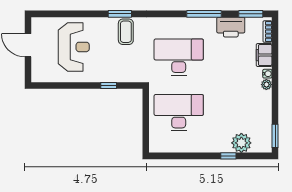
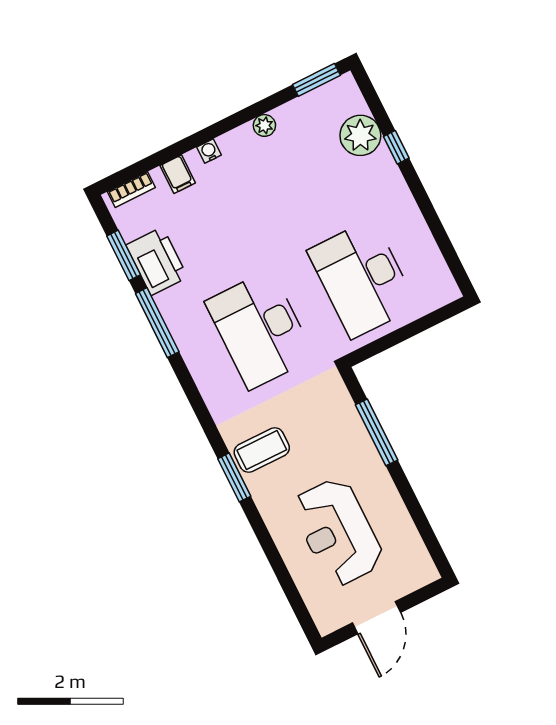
window: (251, 14) -> (124, 255), moved
reception desk: (74, 47) -> (338, 532), turned -90
filing cabinet: (264, 55) -> (178, 174), width x0.50
plant: (266, 85) -> (264, 125), moved
window: (109, 86) -> (377, 432), width x2.17

